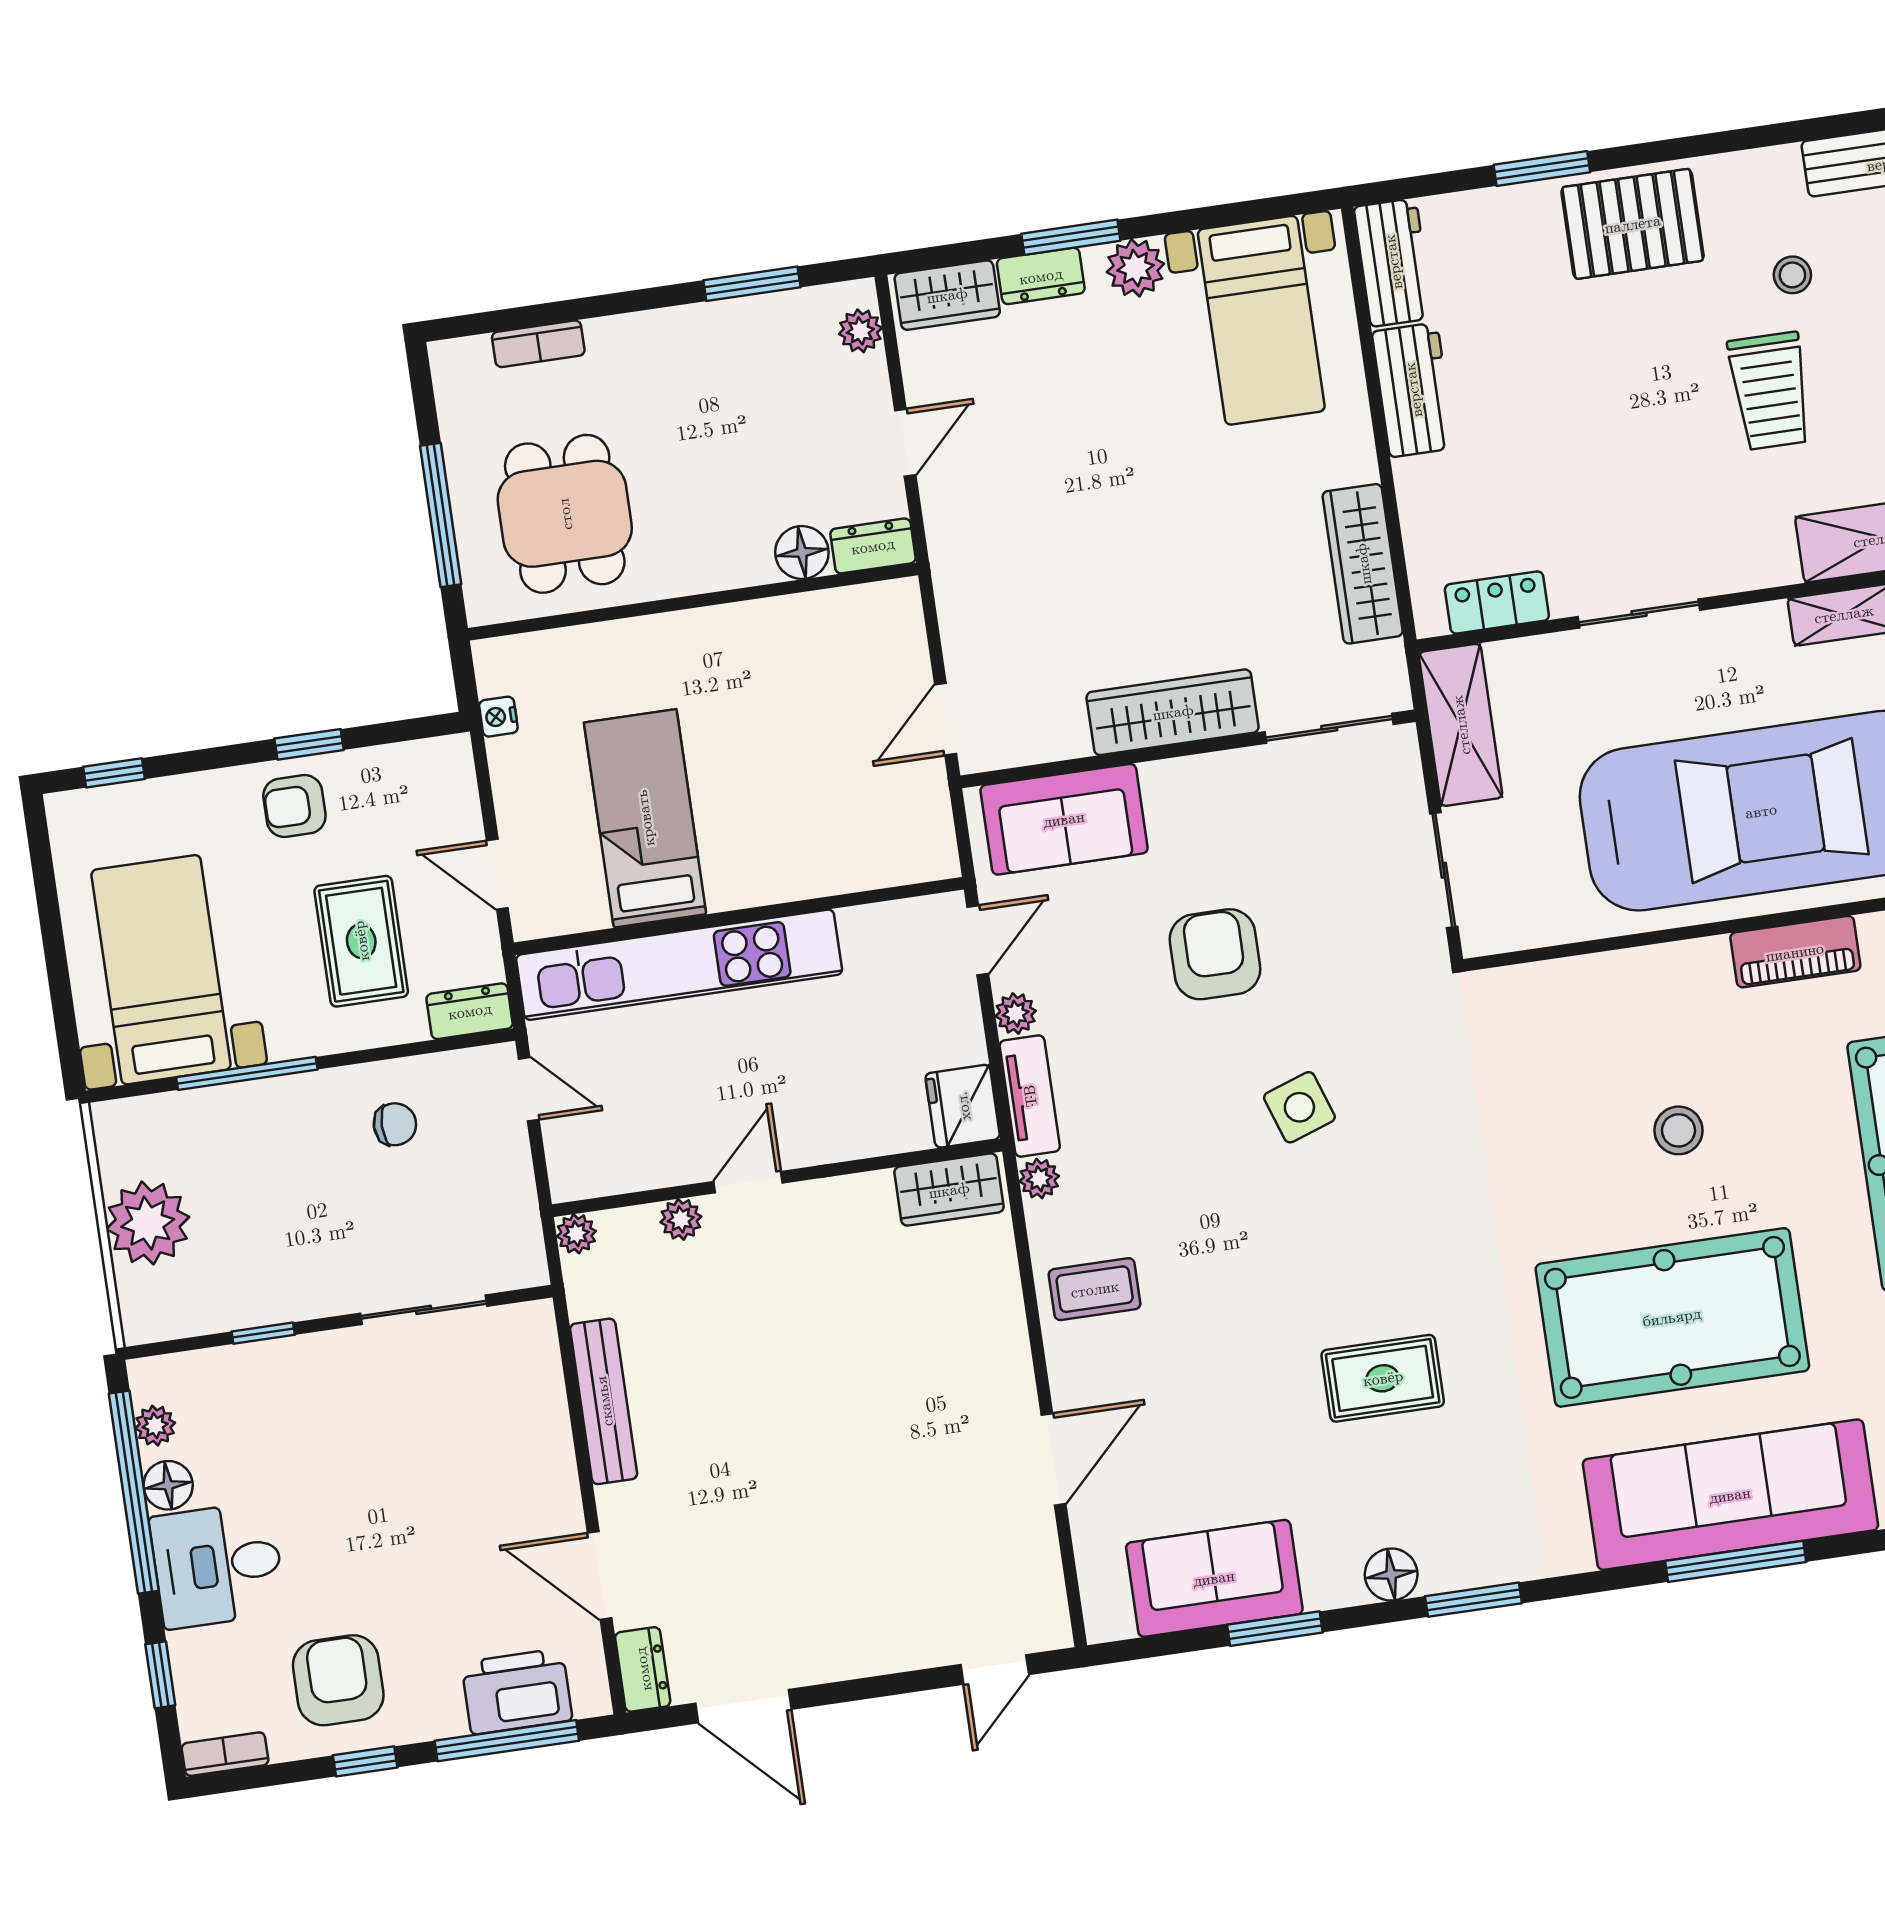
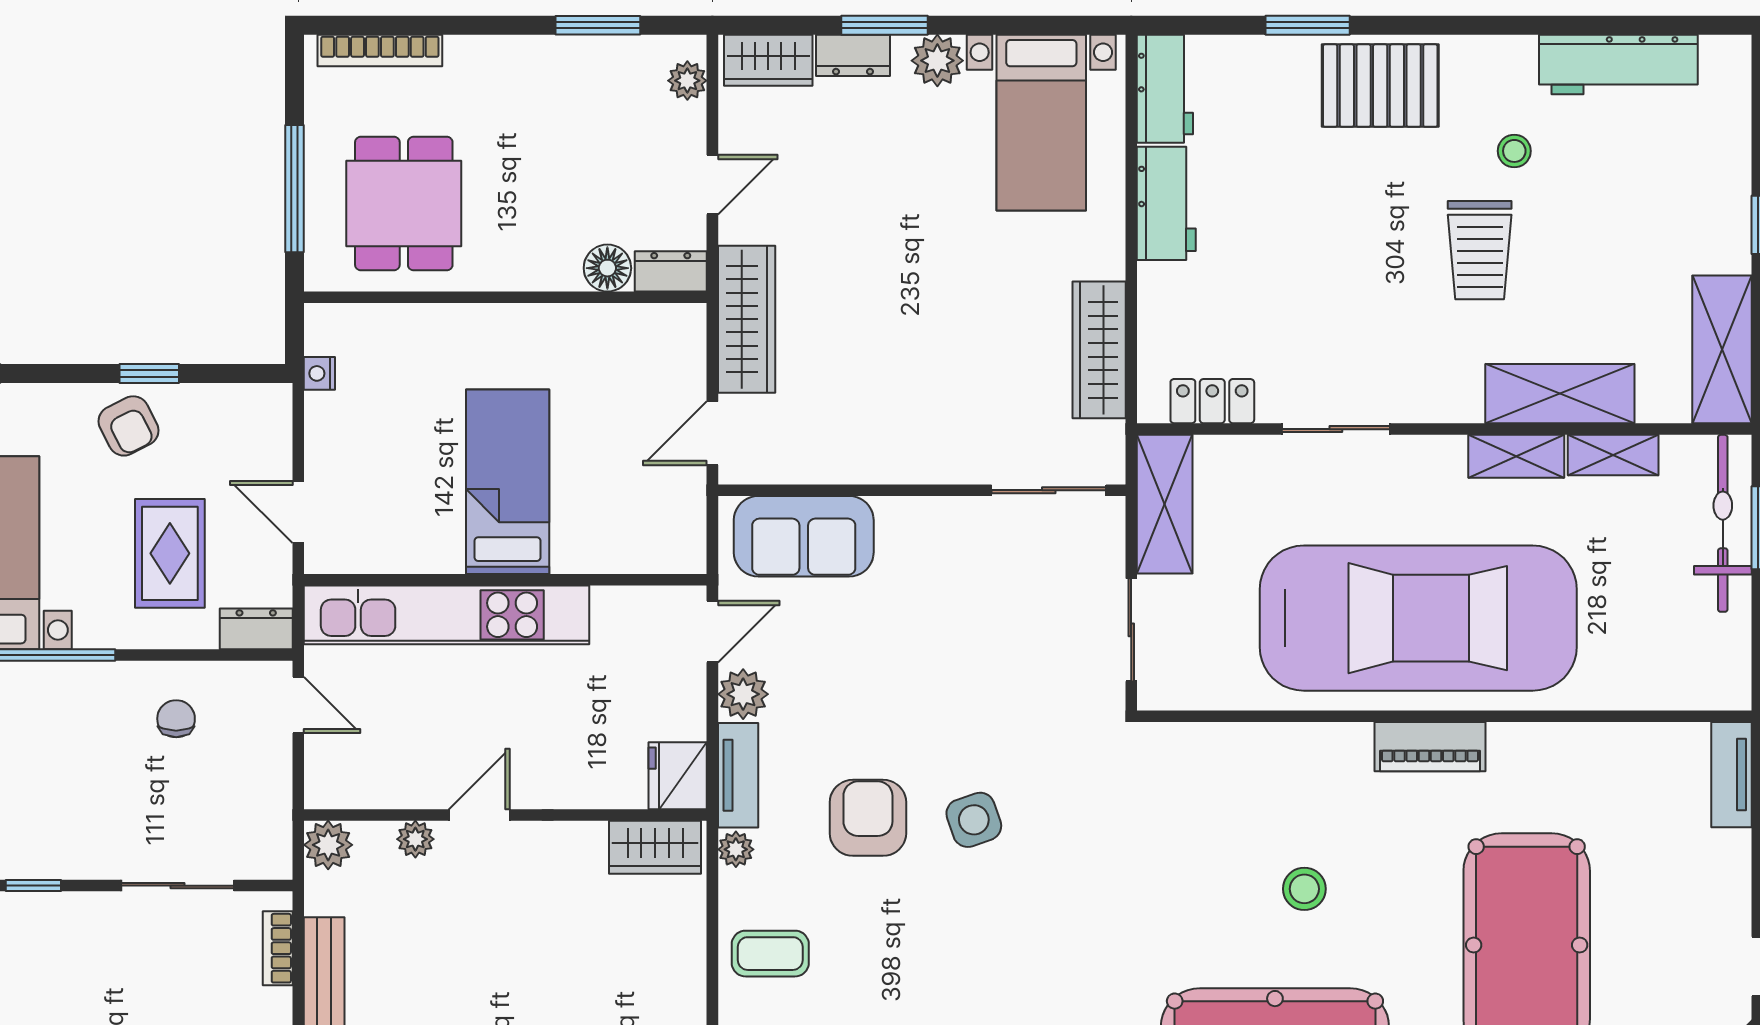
bookcase: (538, 344) -> (380, 51), width x1.56
wardrobe: (1173, 712) -> (747, 319), moved, turned 90
armchair: (294, 806) -> (129, 426), turned -117
bed: (645, 818) -> (508, 482), moved
armchair: (1215, 954) -> (868, 818), moved
plant: (1016, 1014) -> (743, 694), width x1.38, depth x1.38
chair: (395, 1124) -> (176, 719), turned -90
plant: (576, 1234) -> (328, 845), width x1.38, depth x1.38
bookcase: (545, 1363) -> (278, 948), added

